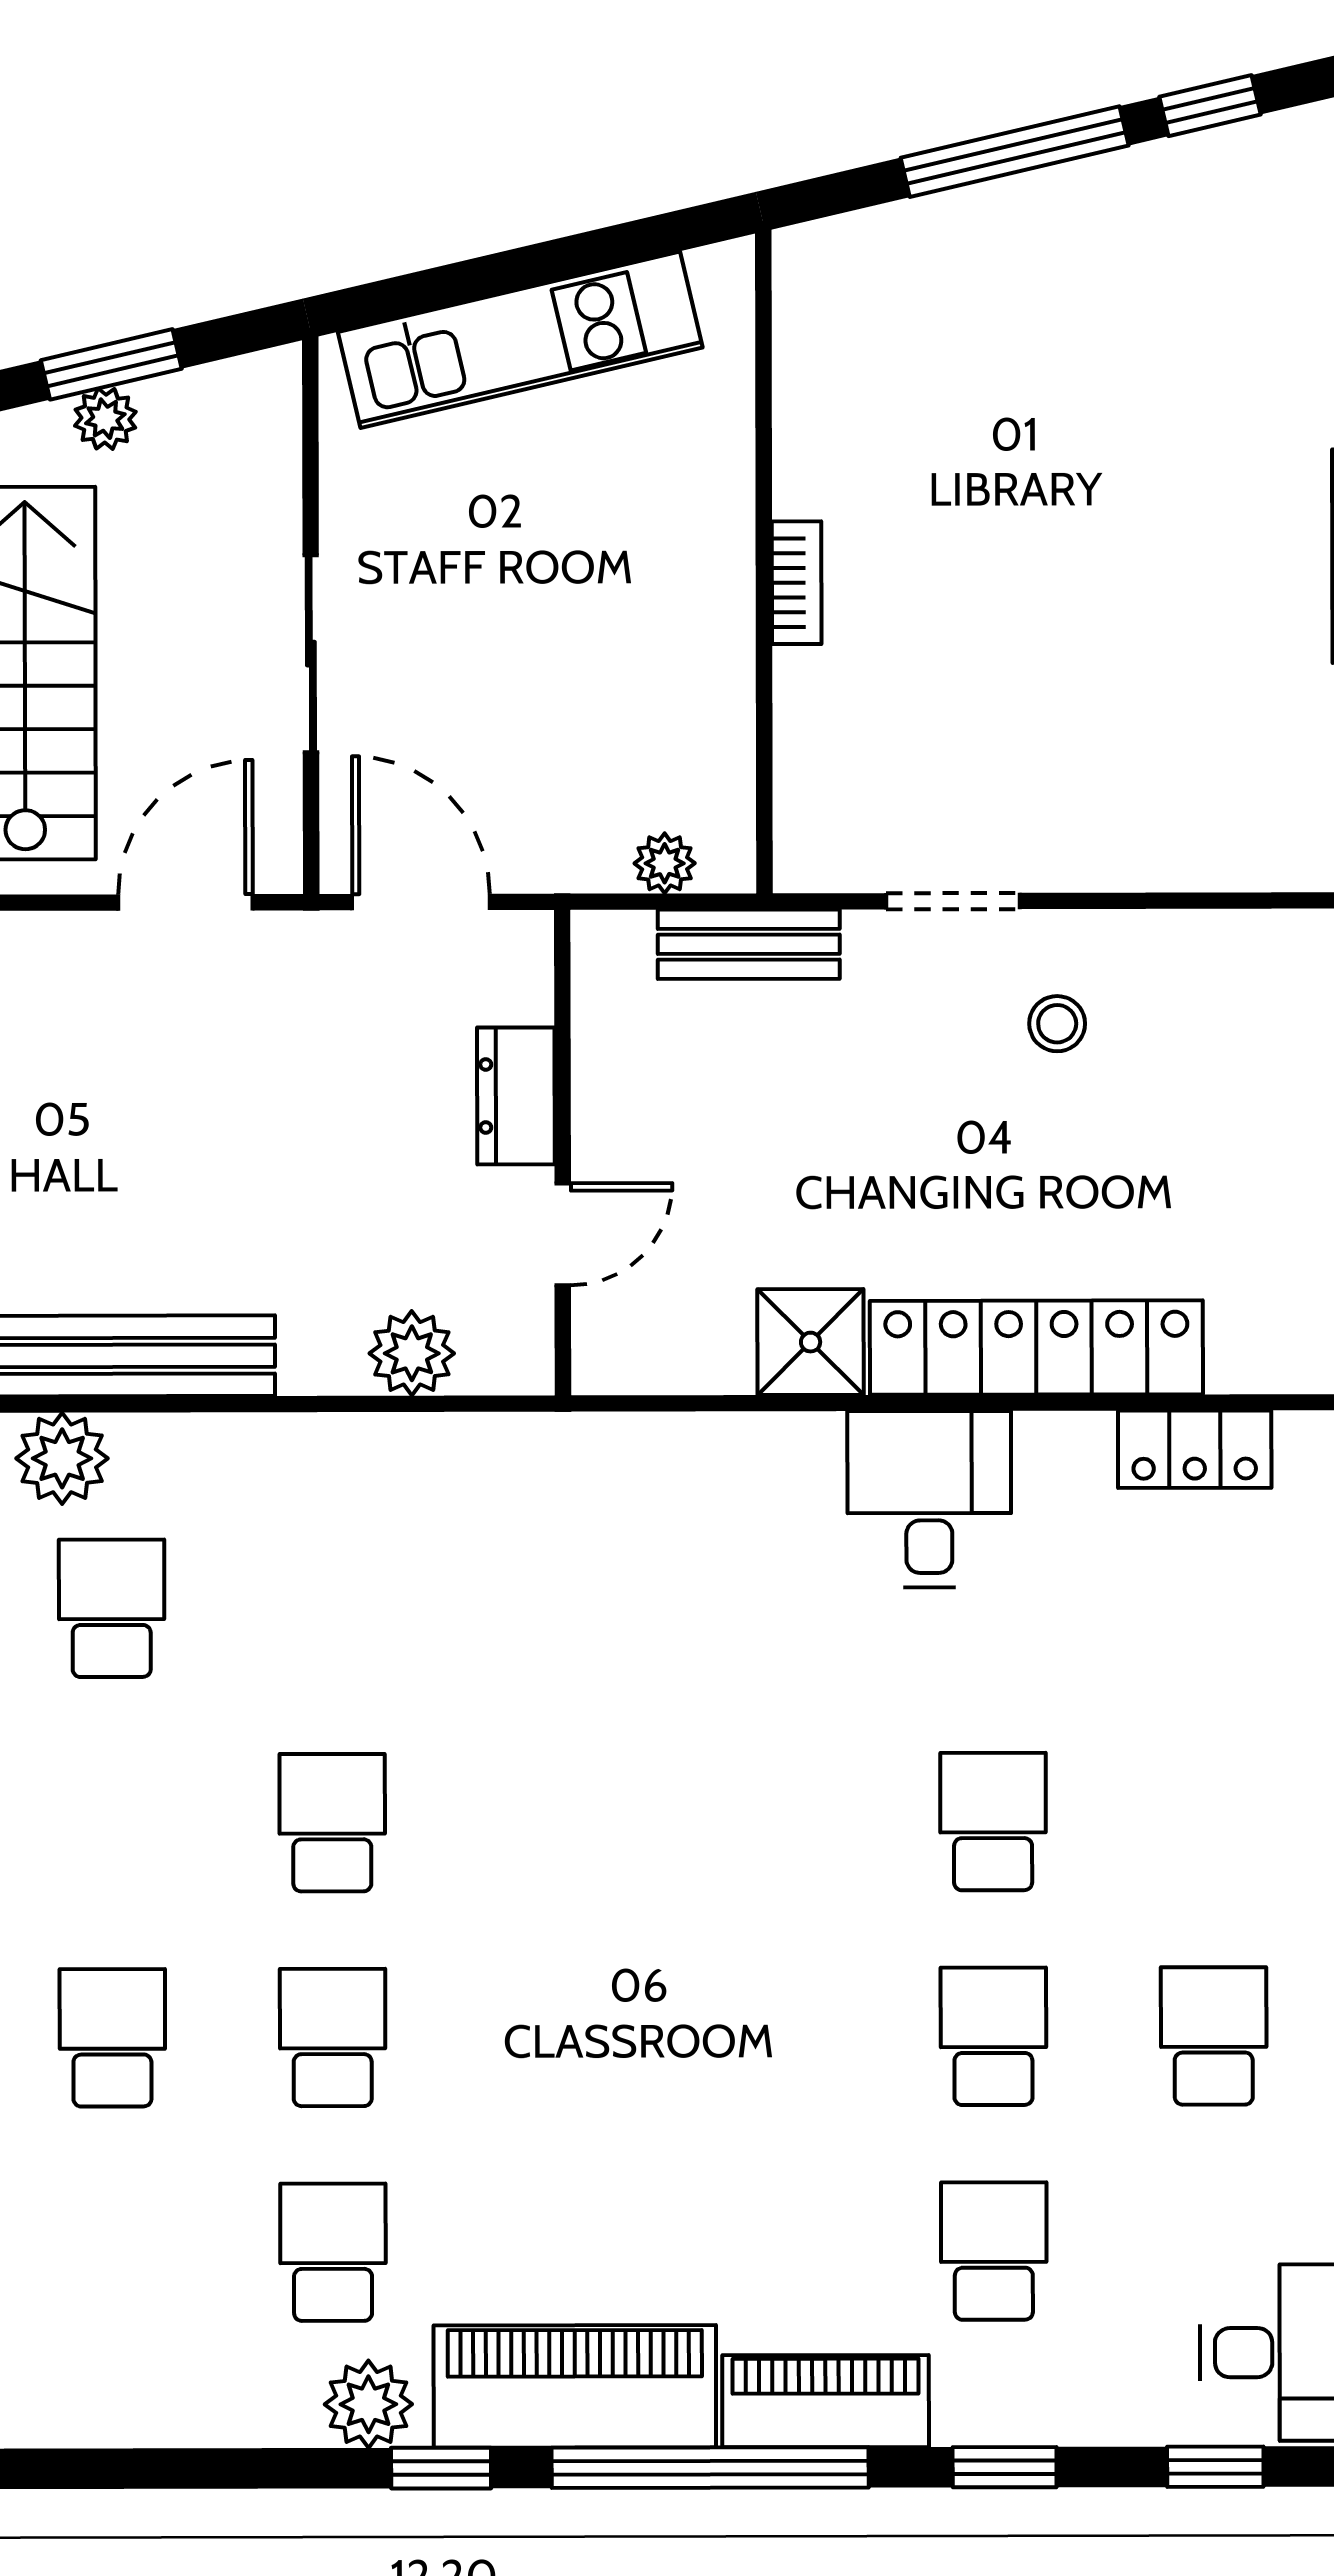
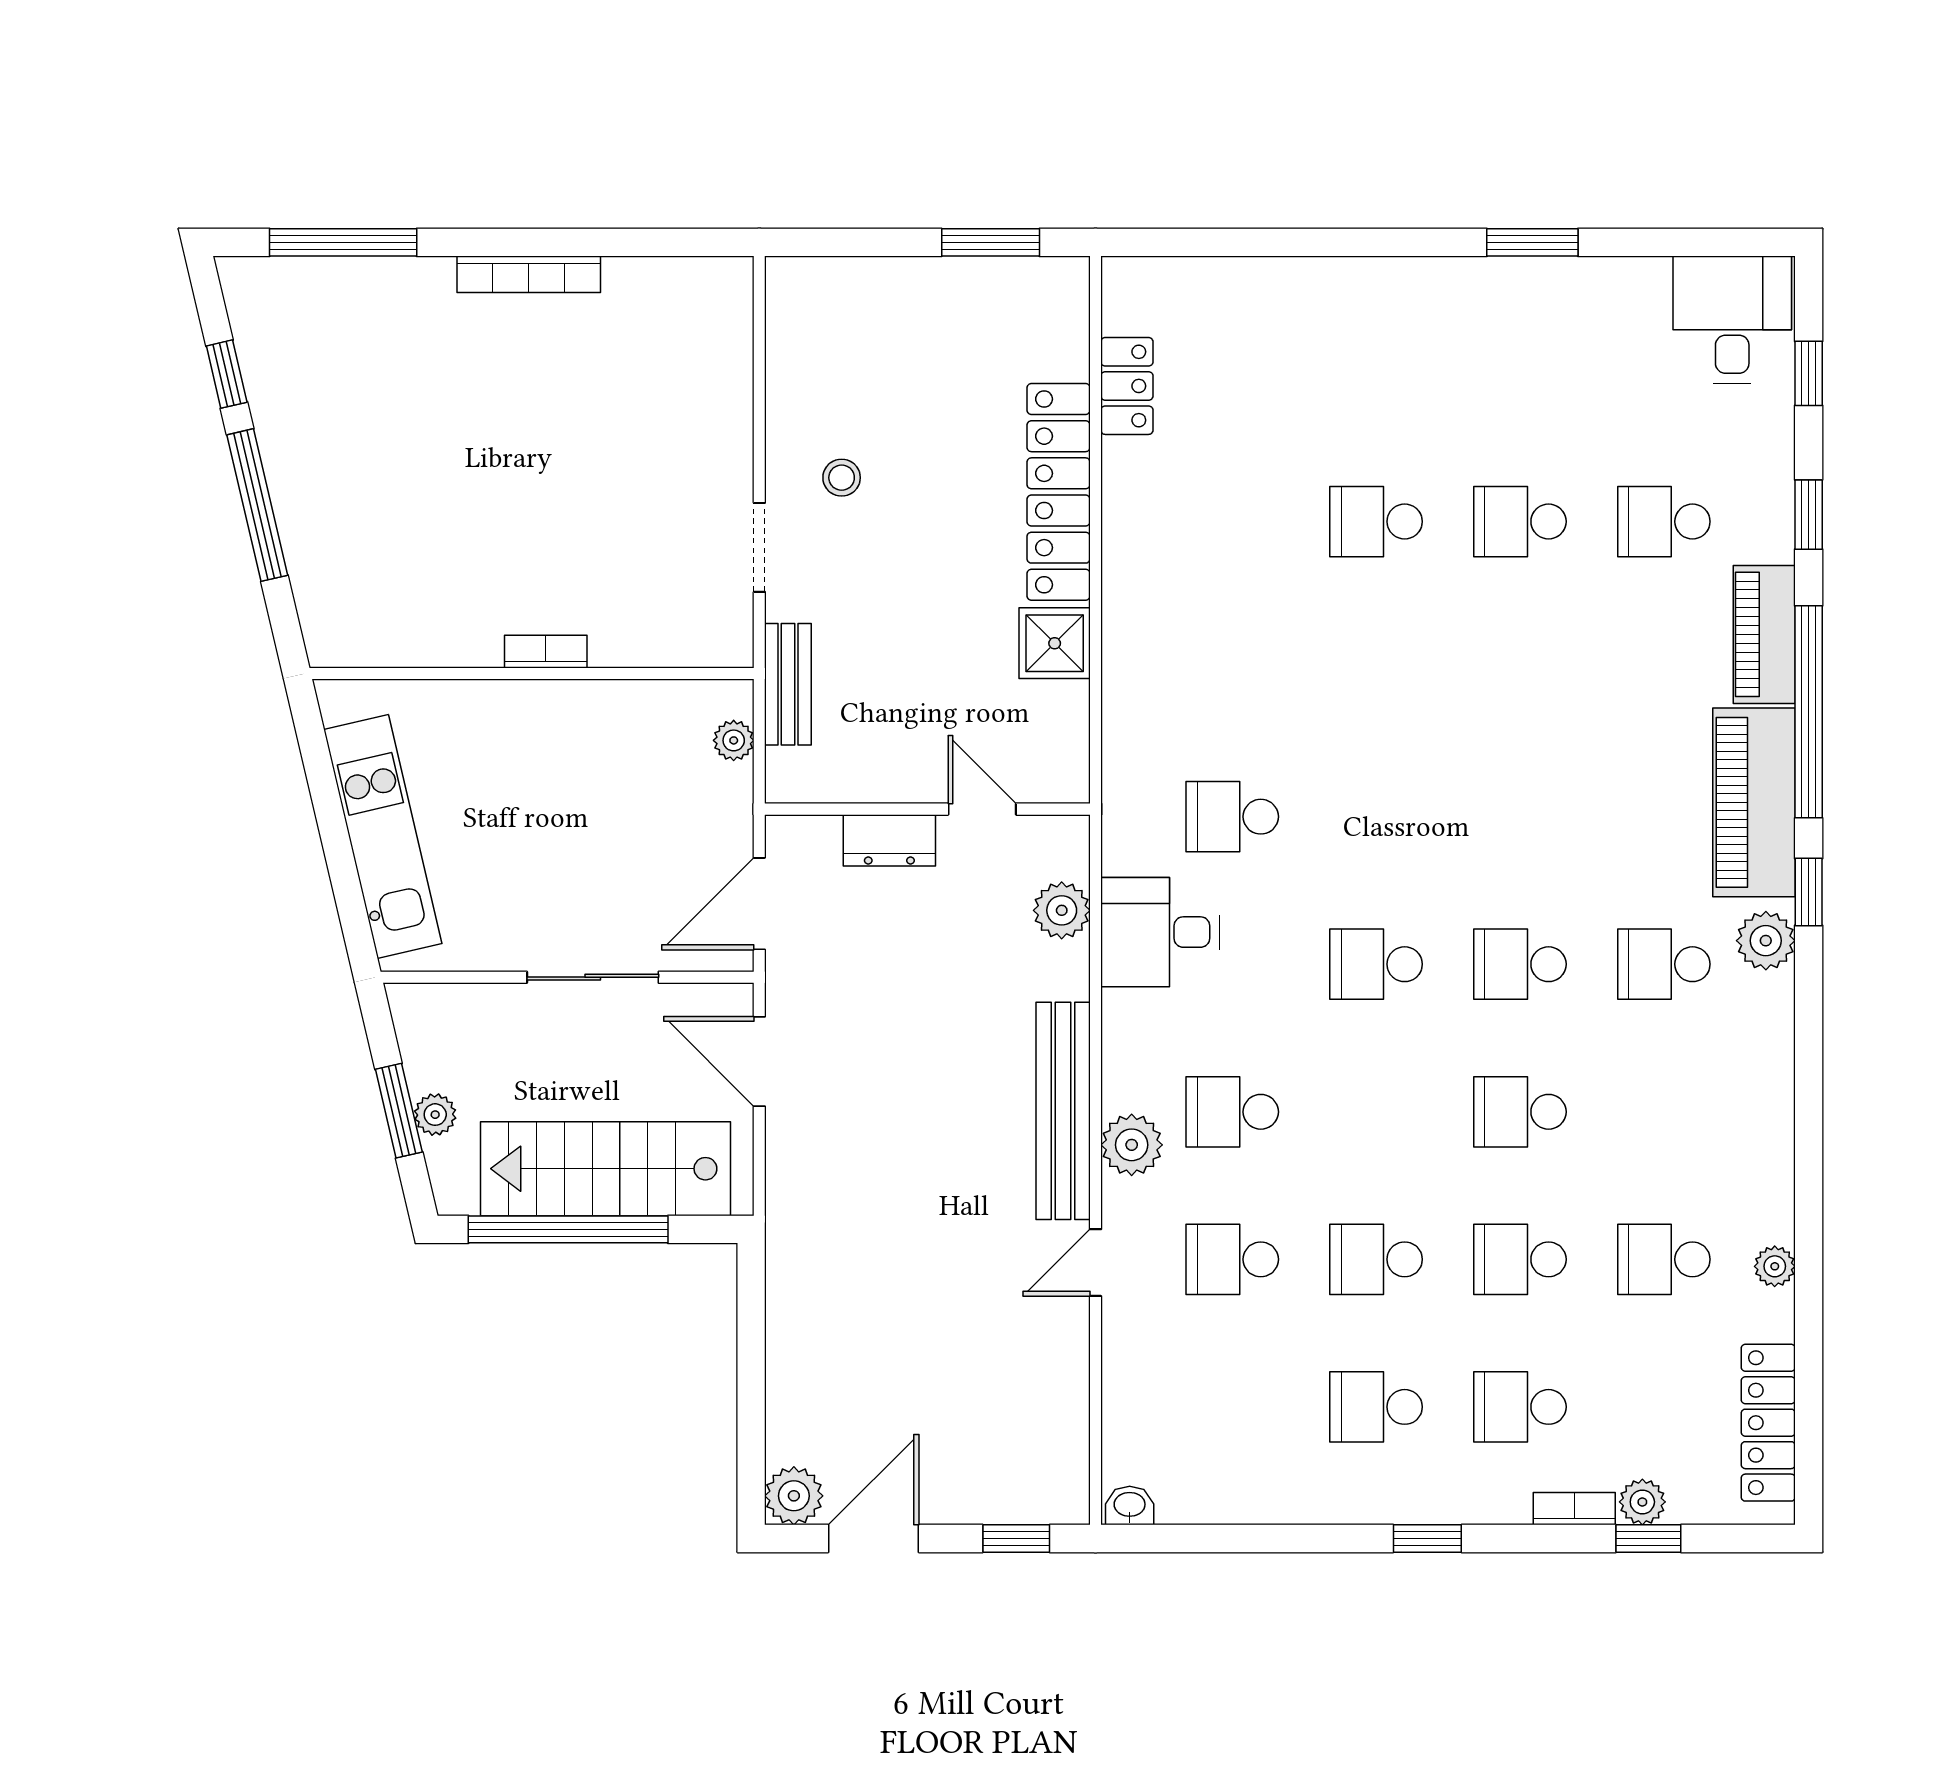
desk: (929, 1499) -> (1160, 932), moved
school desk: (1214, 2036) -> (1232, 817), moved

